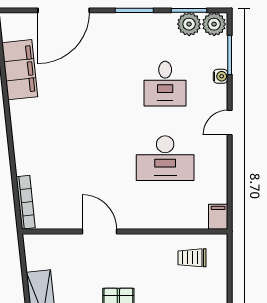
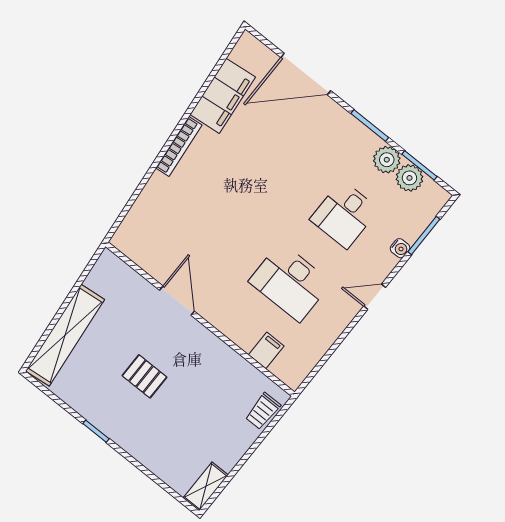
plant: (214, 24) -> (387, 160), moved
bookcase: (26, 202) -> (179, 146), moved
filing cabinet: (218, 217) -> (266, 350), moved
trolley: (192, 258) -> (263, 411), moved, turned -90

